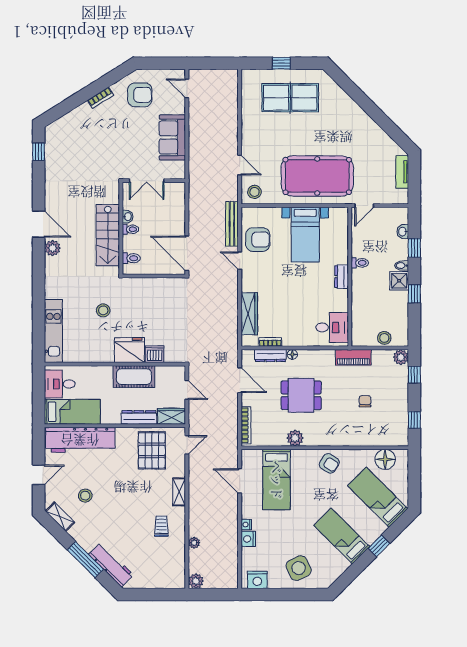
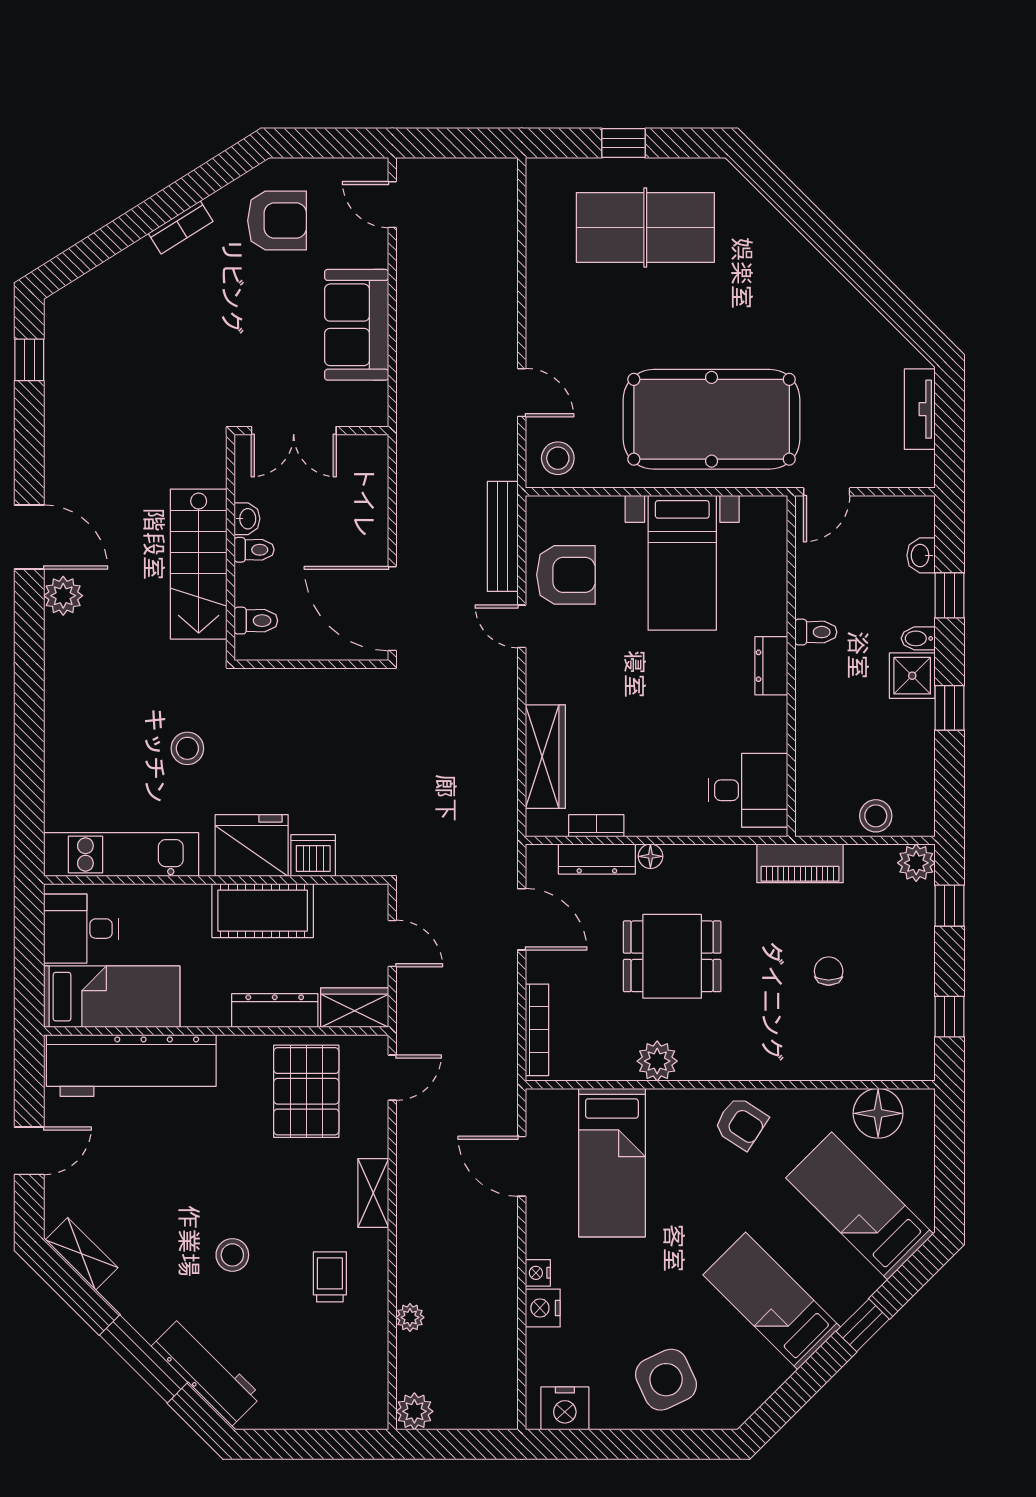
kitchen unit: (53, 331) -> (121, 854), moved, turned -90
stool: (85, 496) -> (232, 1255), moved

